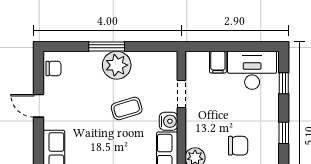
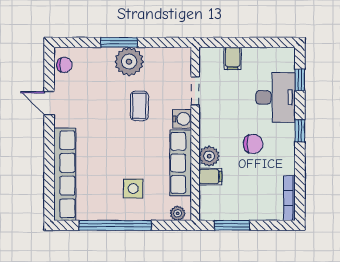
desk: (252, 70) -> (276, 97), moved, turned 90
coffee table: (127, 108) -> (139, 106), turned -73

